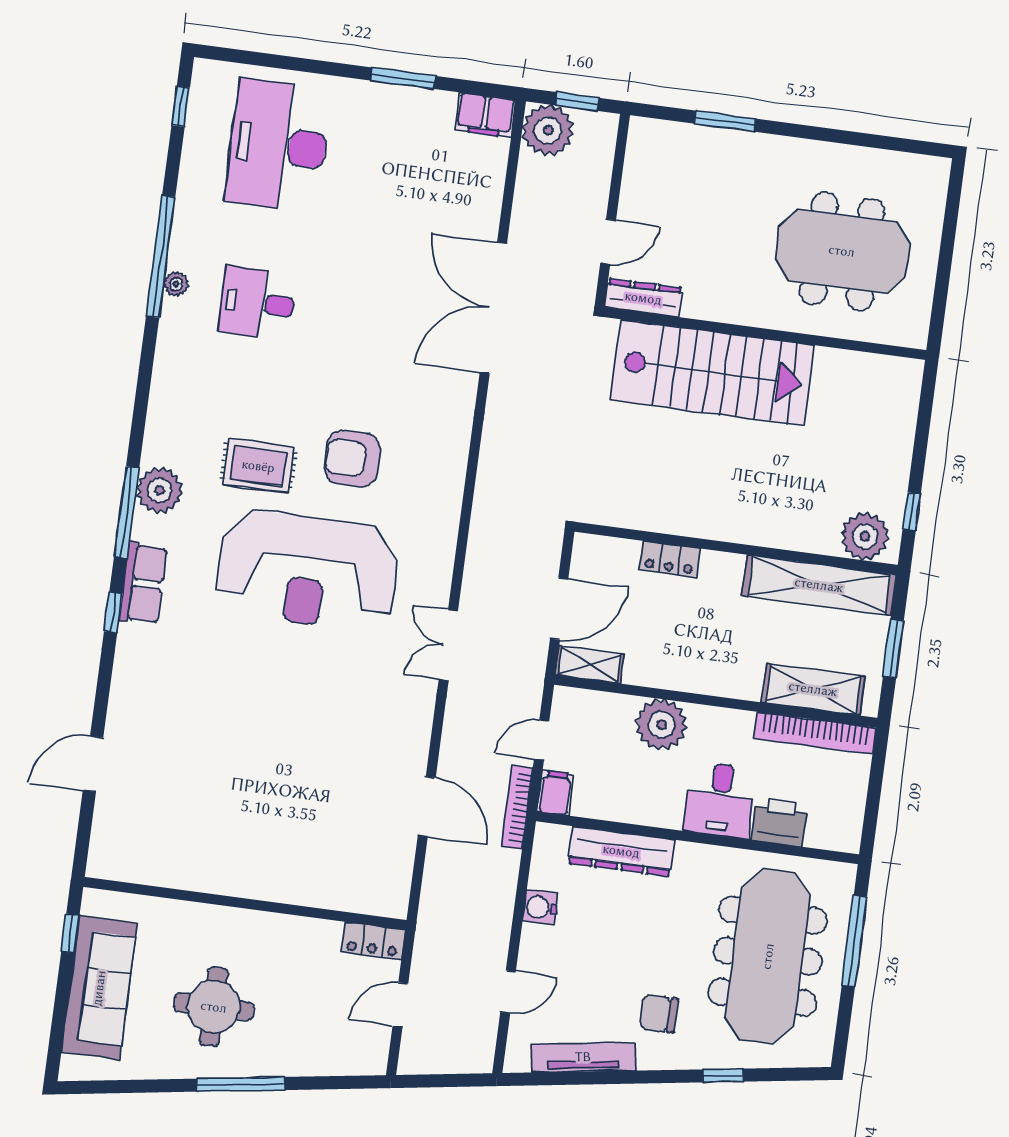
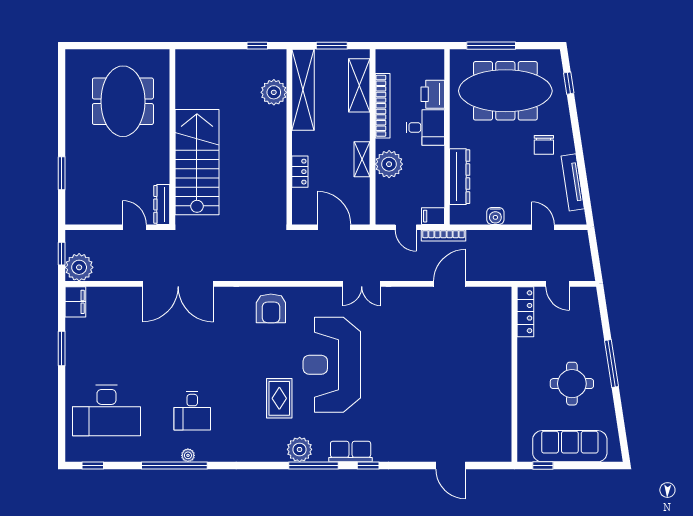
armchair: (352, 459) -> (271, 308), moved
plant: (865, 536) -> (274, 92), moved
reception desk: (307, 571) -> (332, 365), turned 180
shelving: (590, 665) -> (362, 159), moved
bookcase: (815, 733) -> (383, 106), moved
locker: (373, 941) -> (525, 312), width x1.53
window: (723, 1075) -> (569, 83), moved

